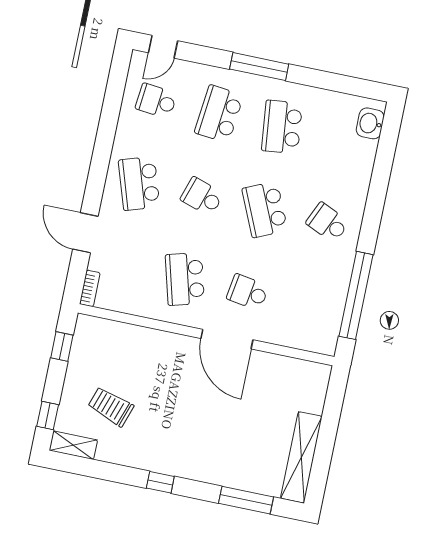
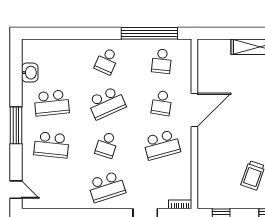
school desk: (156, 101) -> (162, 61), moved
washbasin: (370, 123) -> (30, 73), moved, turned -90

